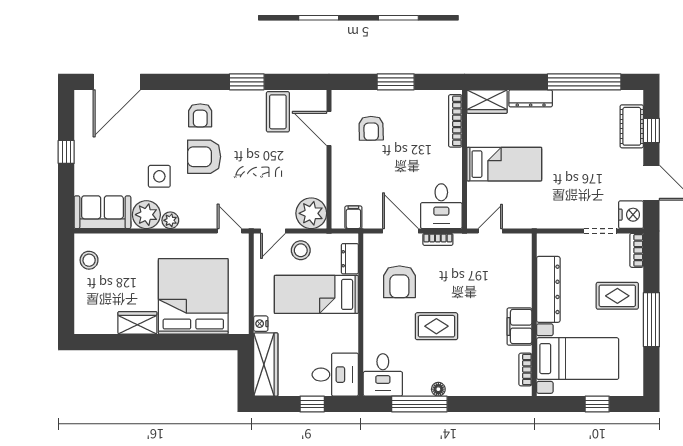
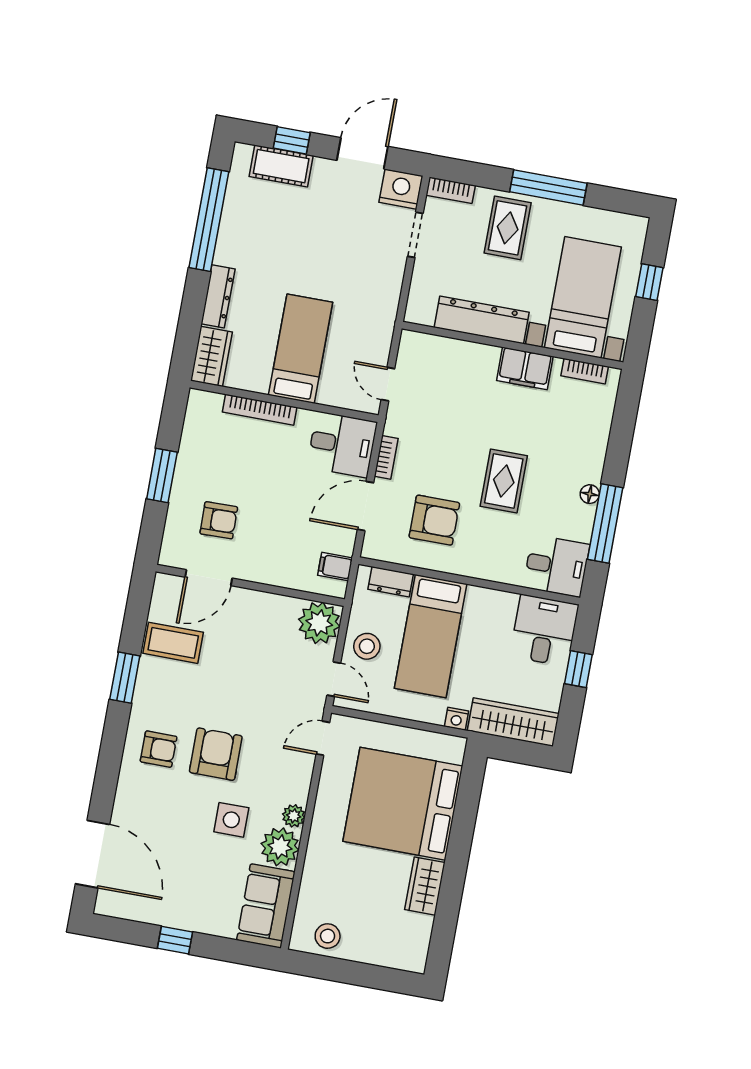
bookcase: (455, 121) -> (260, 410), moved
armchair: (204, 157) -> (216, 754), turned 180

